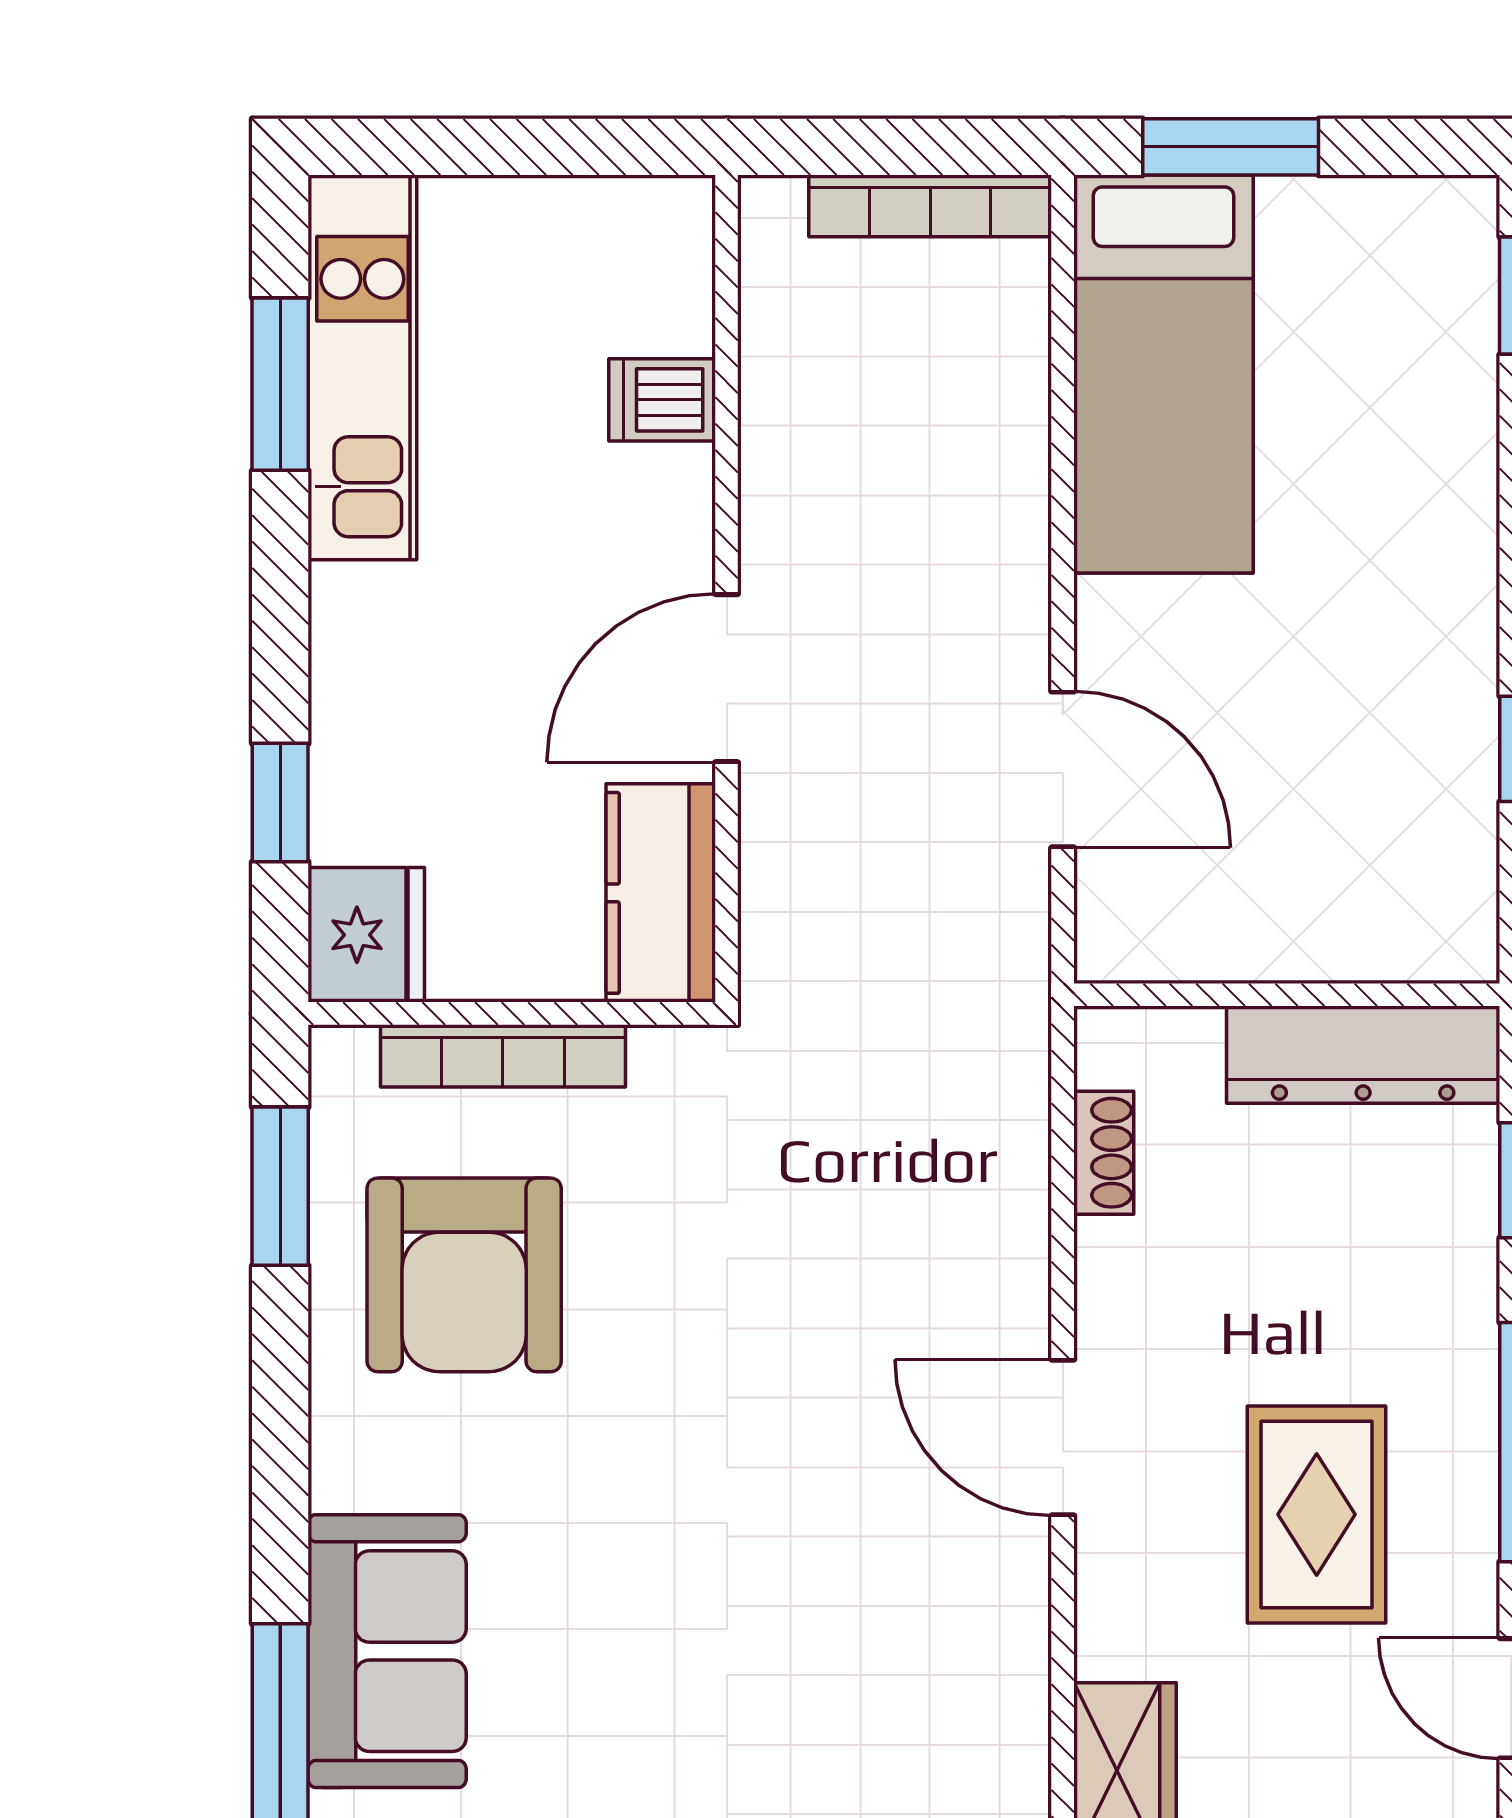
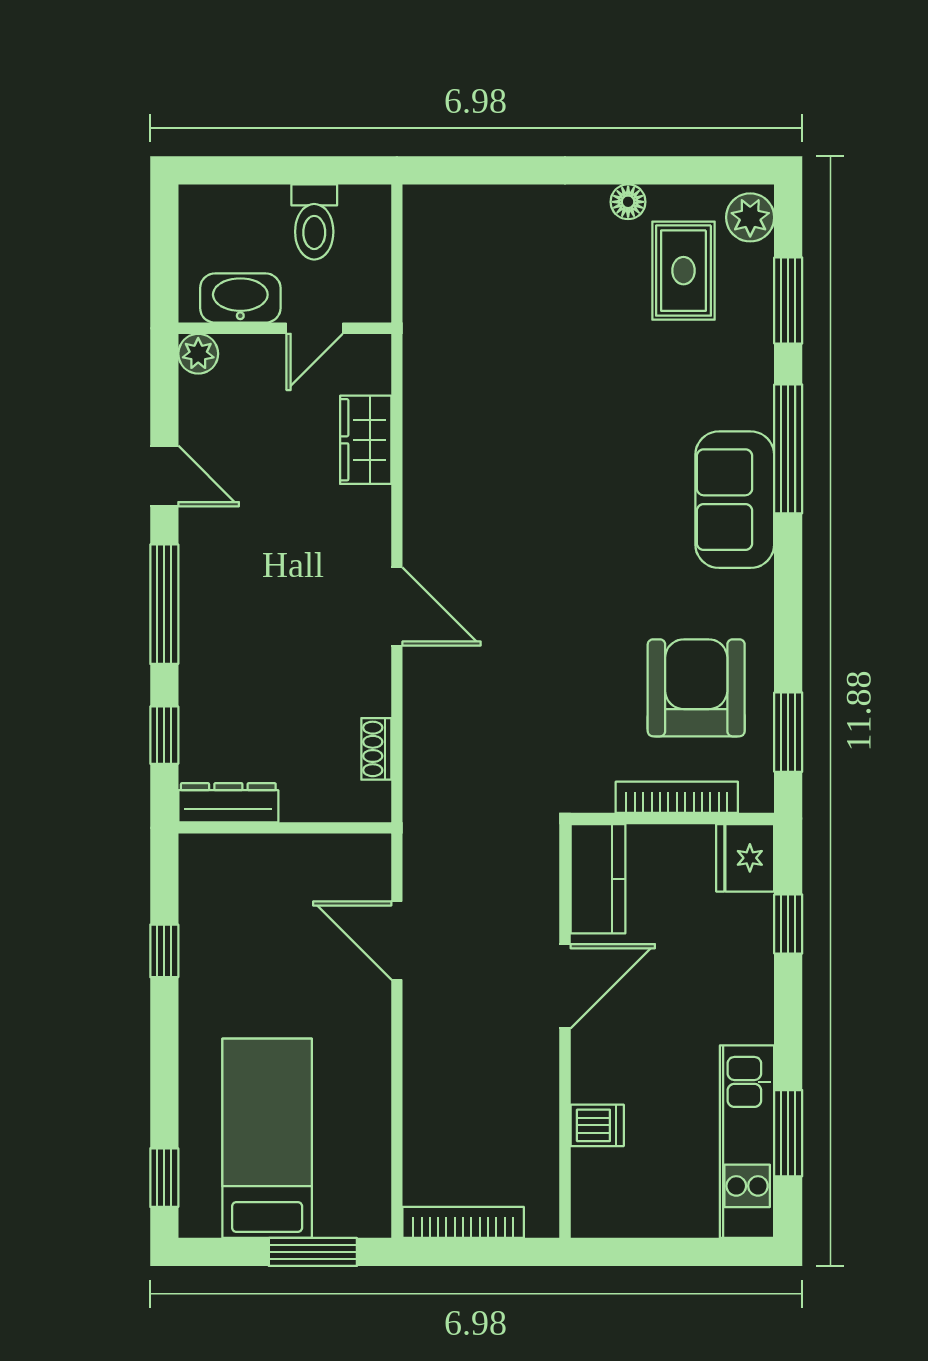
bed: (1164, 374) -> (267, 1138), moved
dresser: (1363, 1055) -> (228, 803), width x0.73, depth x0.80
rug: (1317, 1514) -> (270, 568), removed

